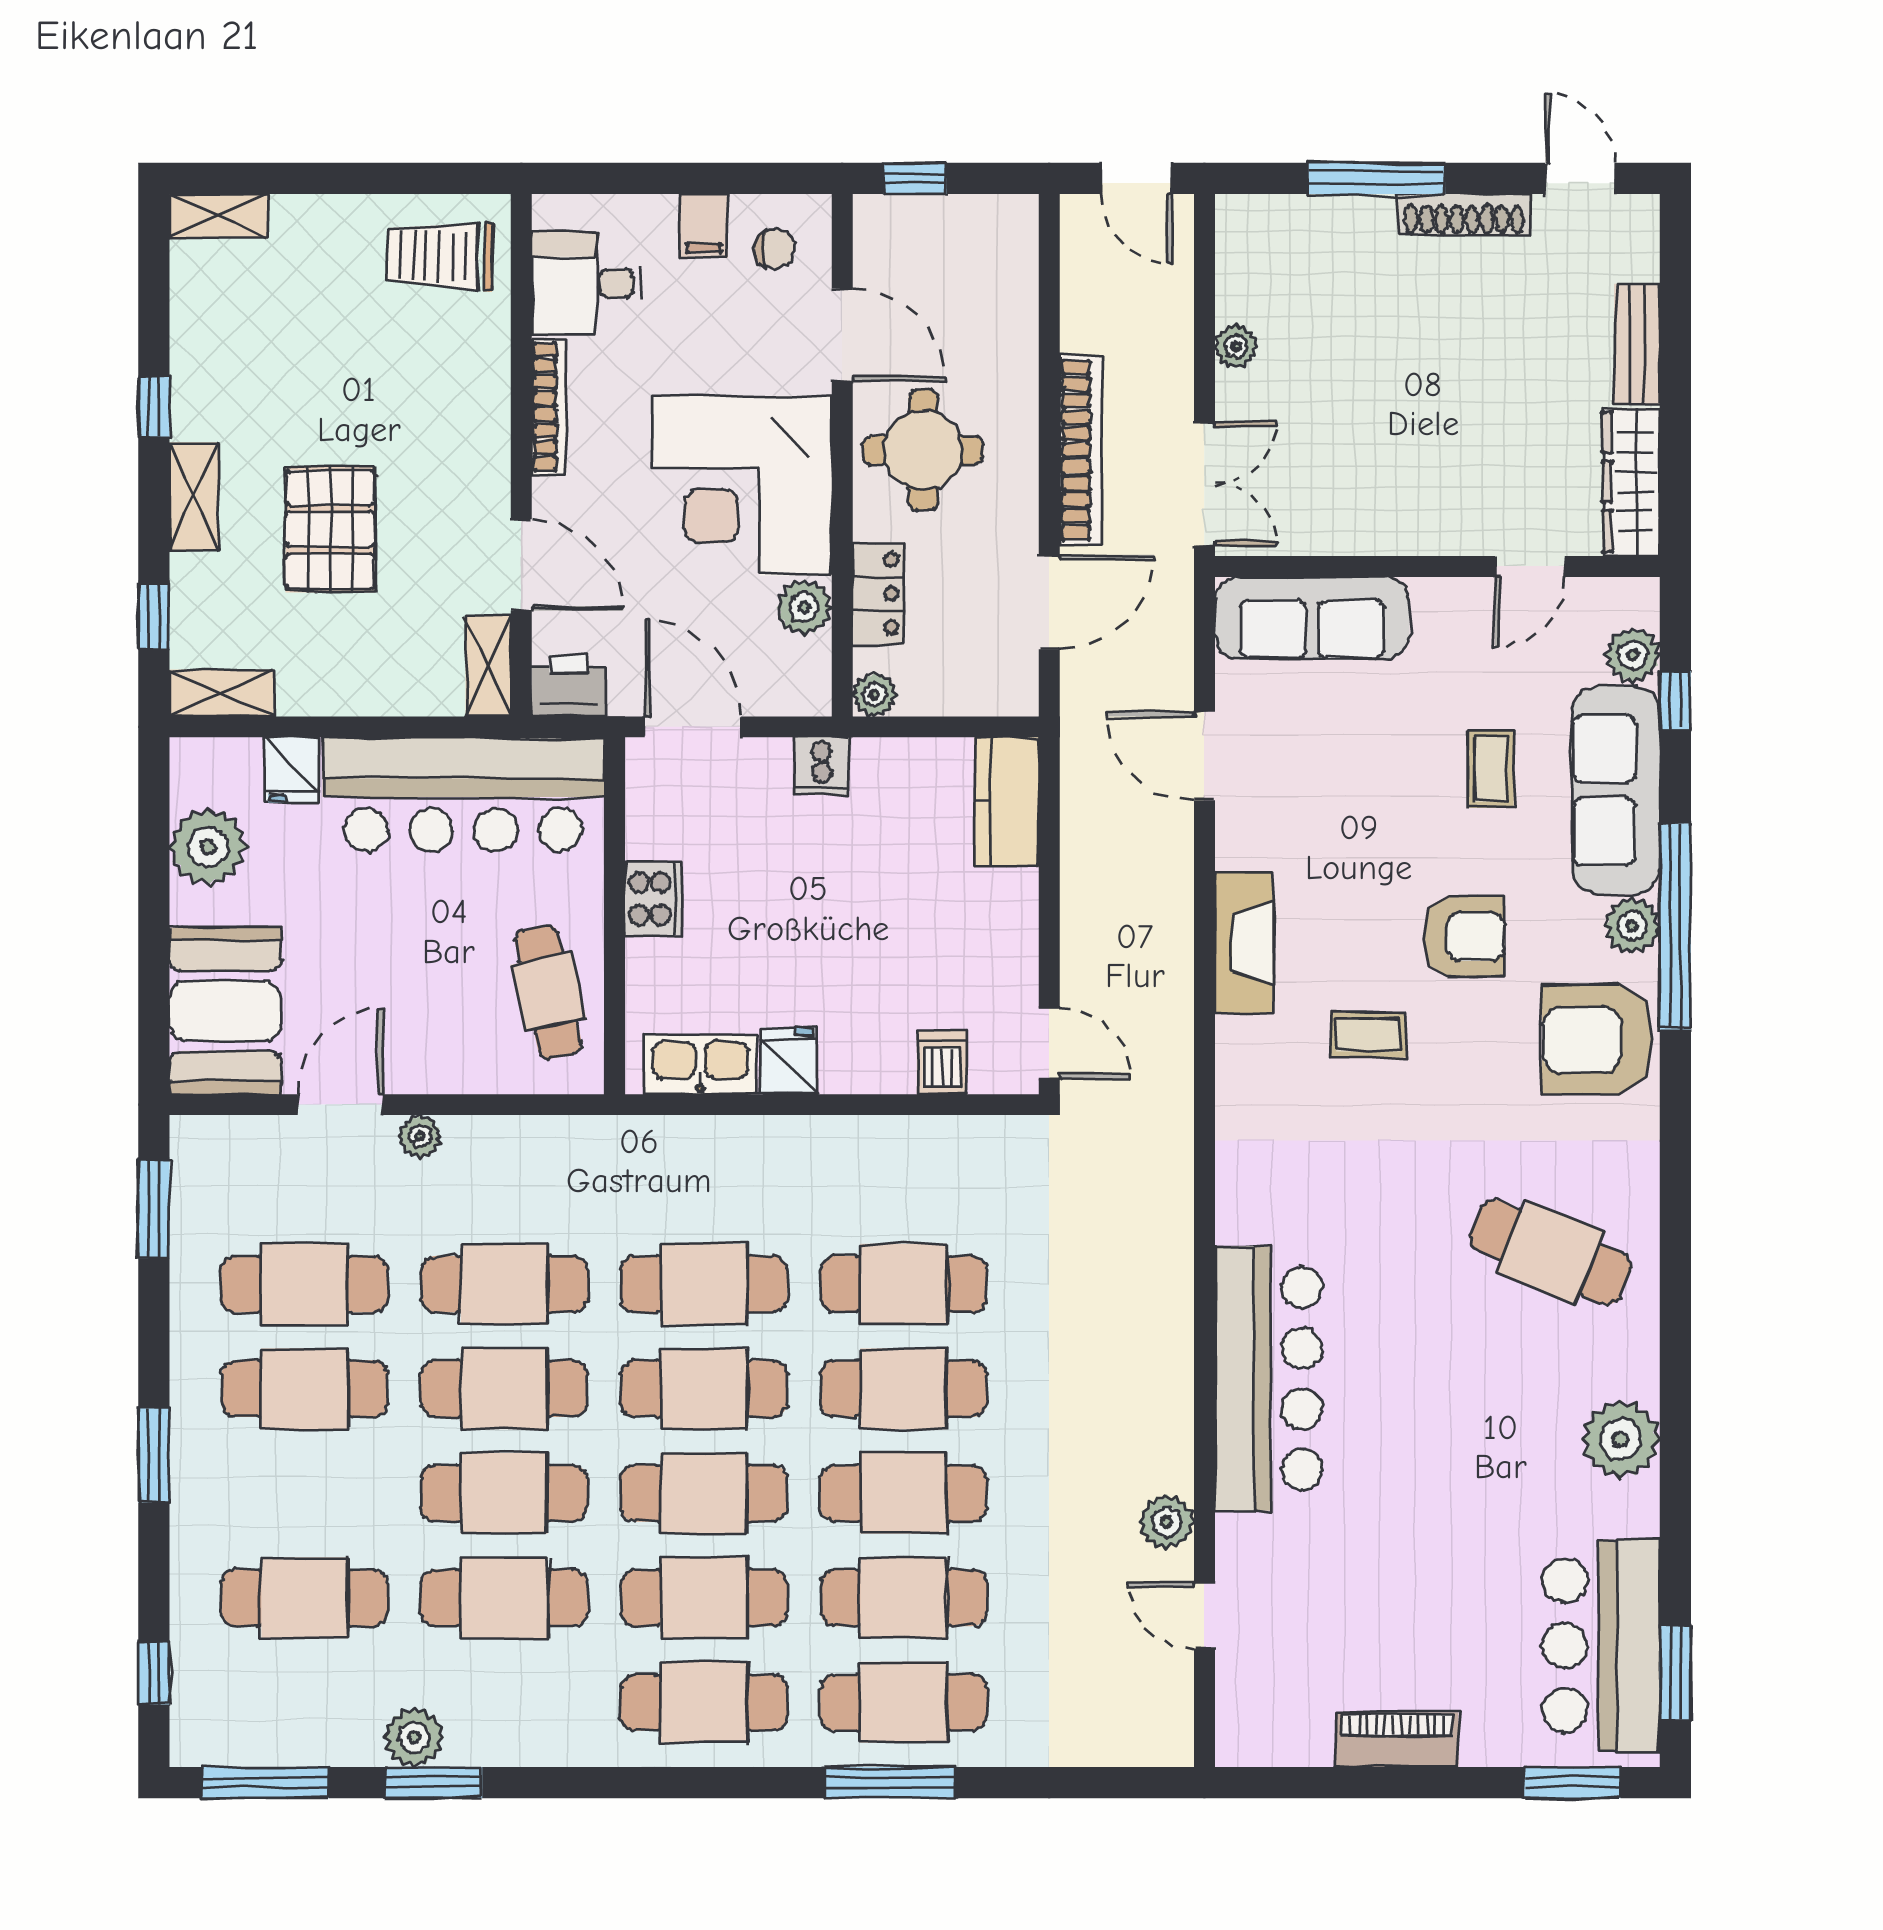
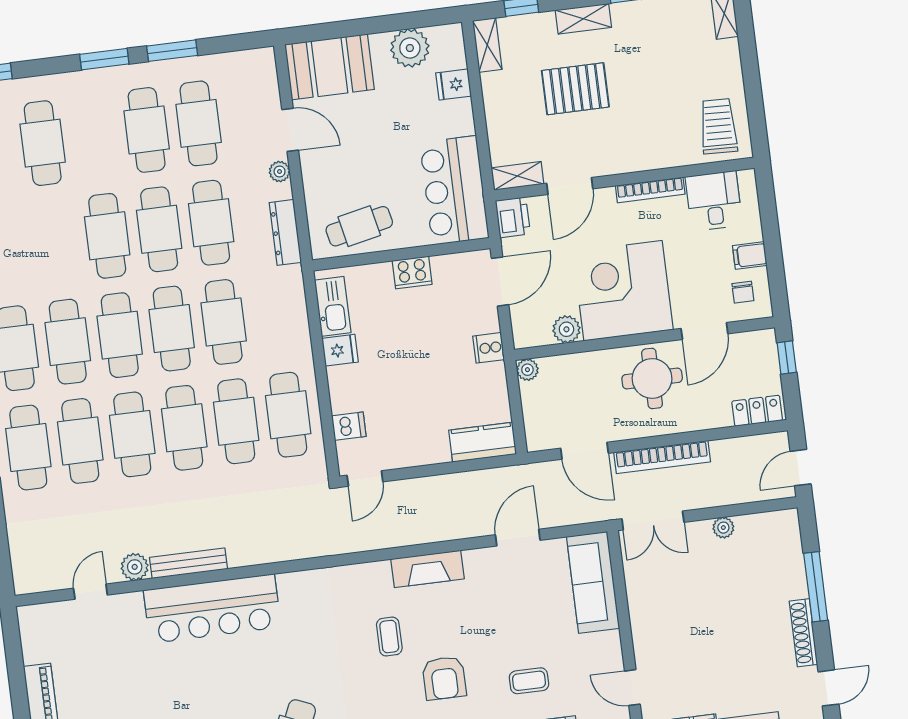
locker: (878, 594) -> (757, 411), moved, turned 180
bar counter: (463, 795) -> (454, 190), width x0.73
dresser: (542, 1140) -> (285, 232), added
window: (154, 1209) -> (172, 51), moved
bench: (1173, 1414) -> (188, 563), added
cafe table: (504, 1598) -> (288, 415), moved

